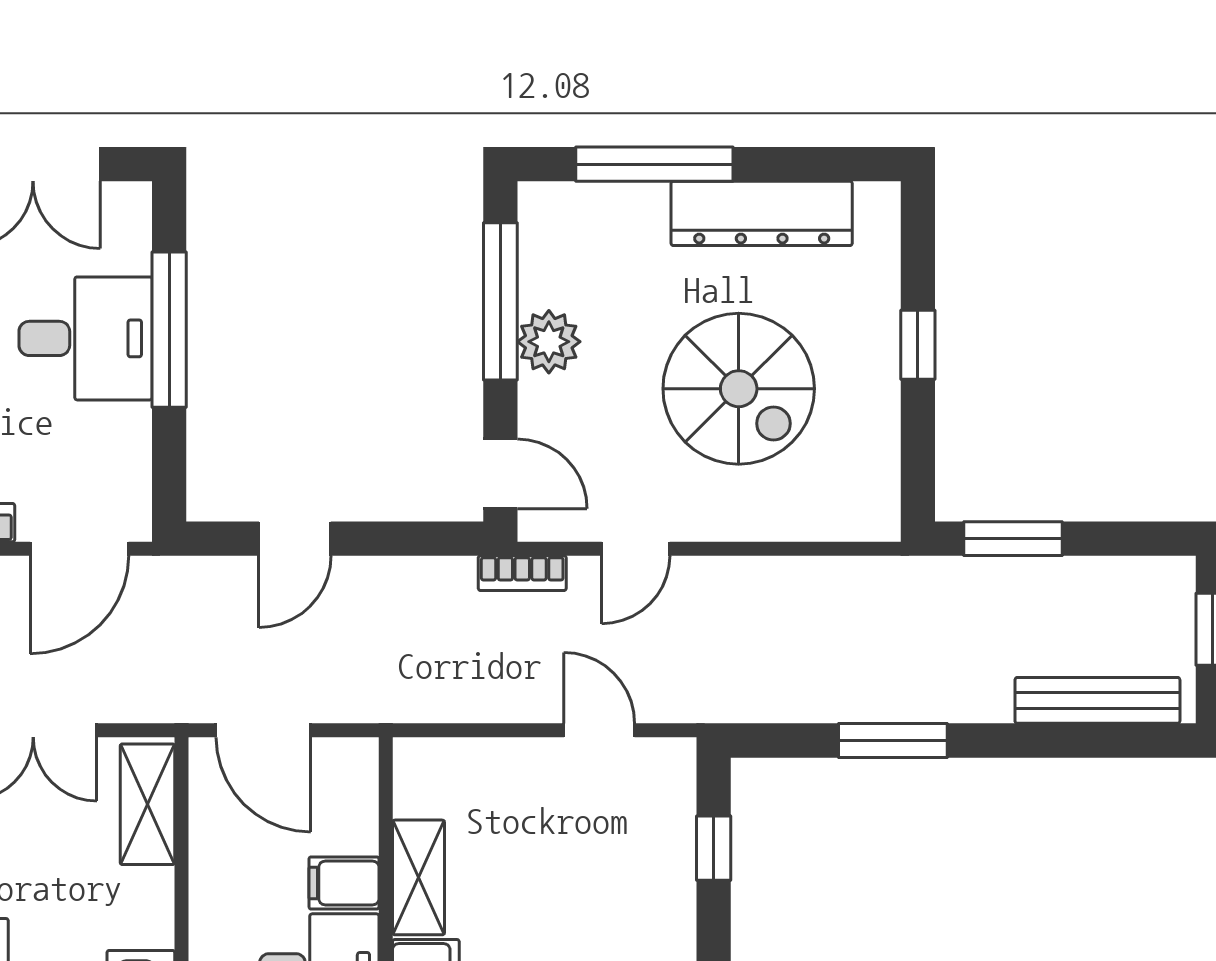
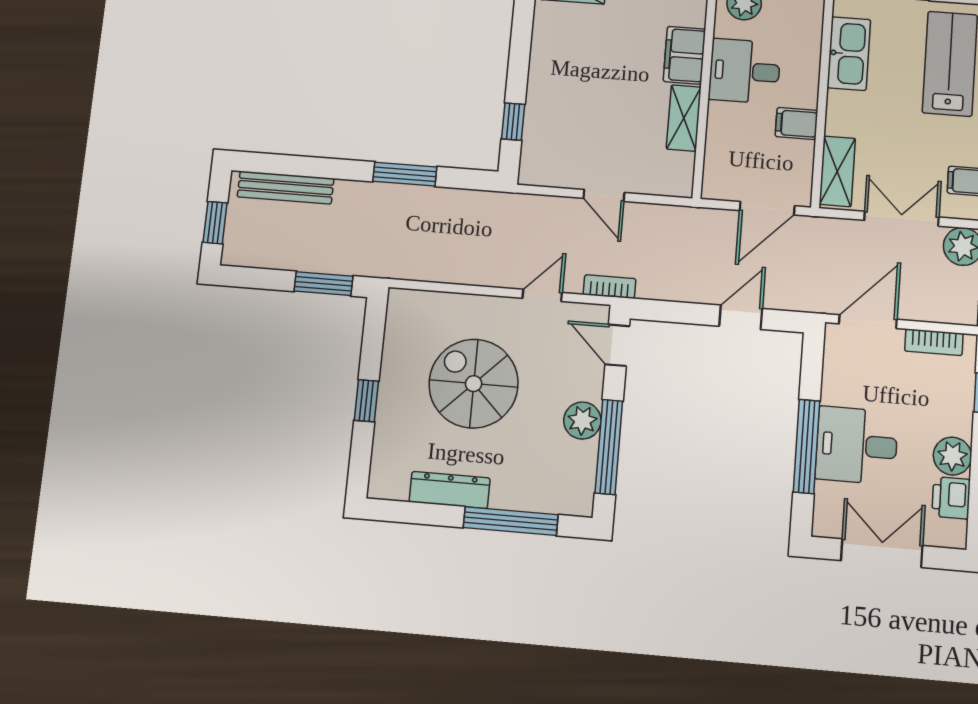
dresser: (762, 213) -> (450, 490), width x0.73, depth x0.80
door: (263, 730) -> (767, 208), swing flipped
door: (599, 730) -> (604, 195), moved
filing cabinet: (344, 883) -> (796, 123), moved, turned 180

